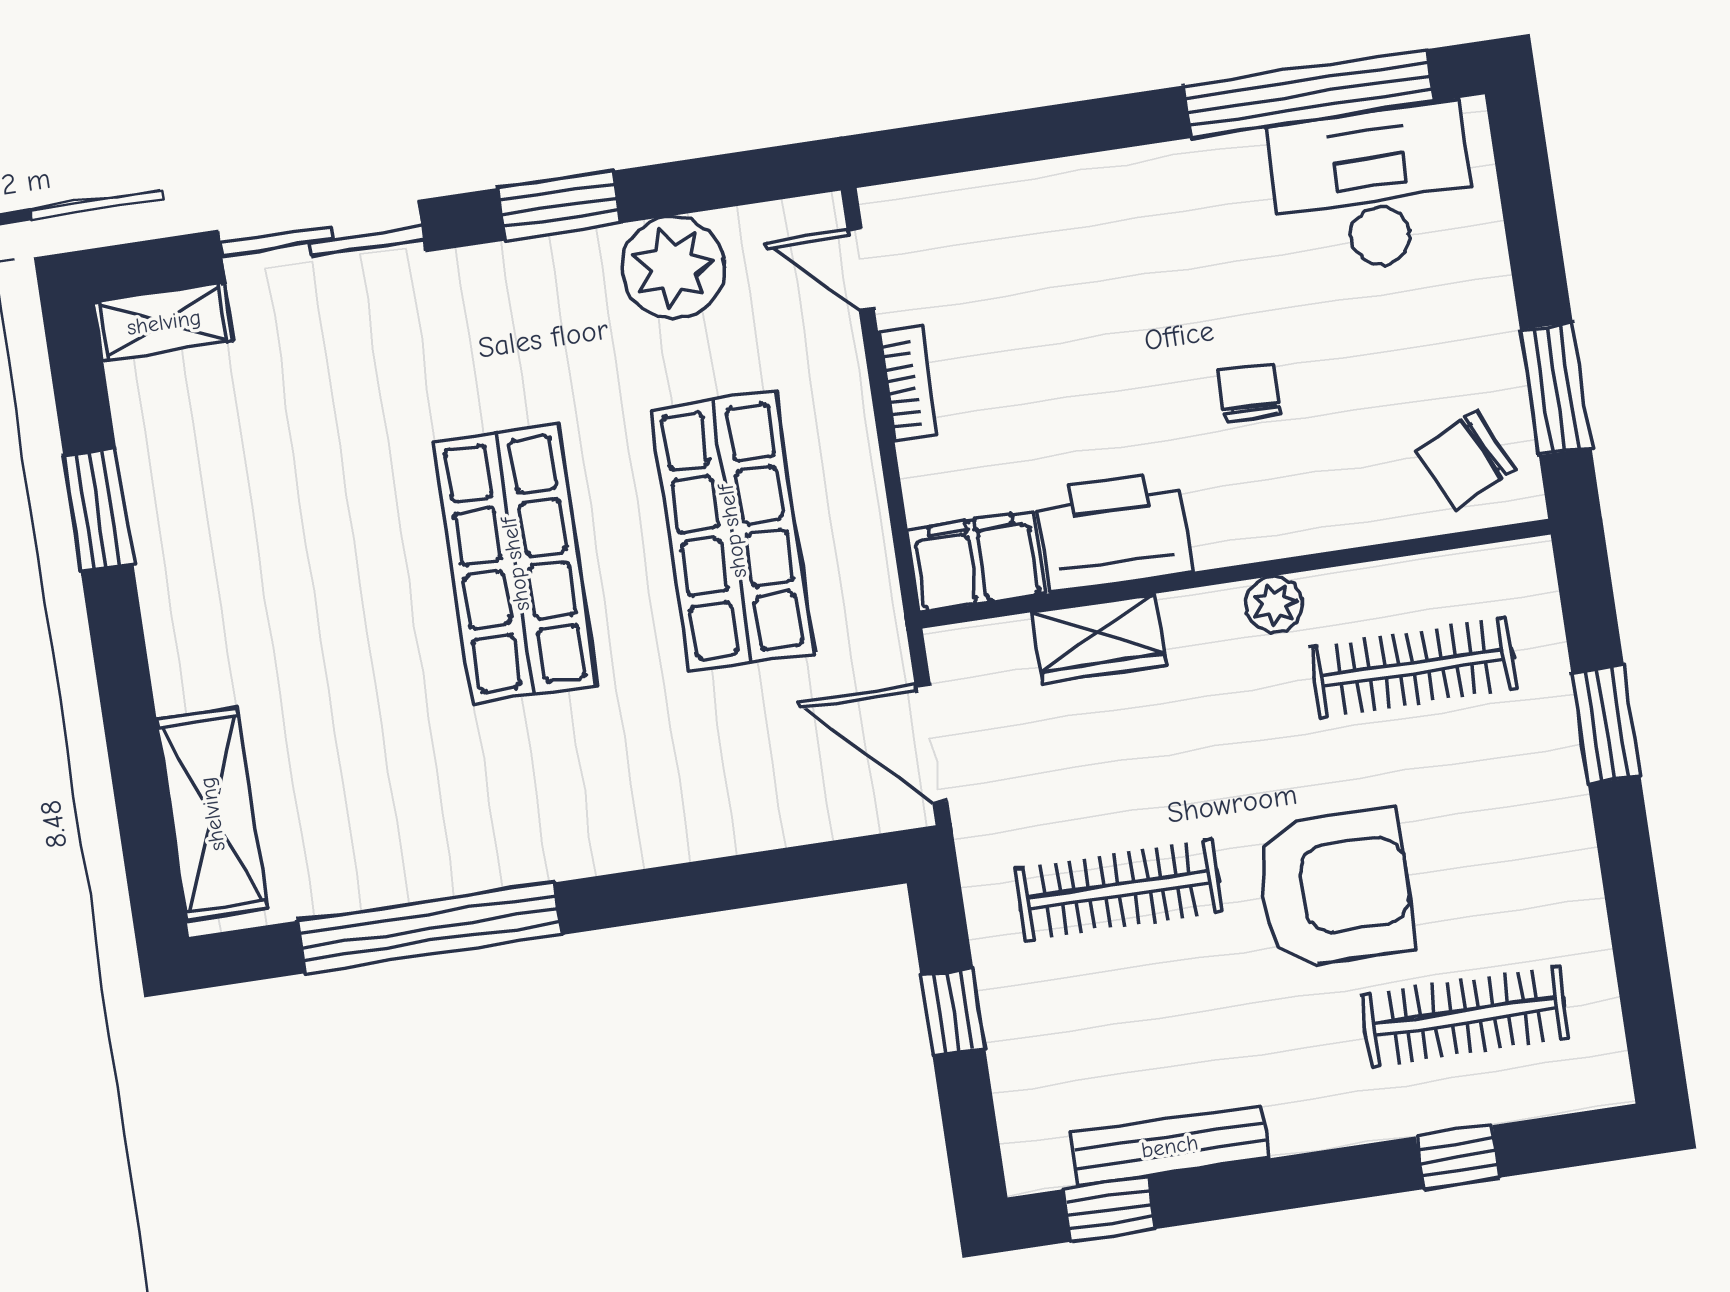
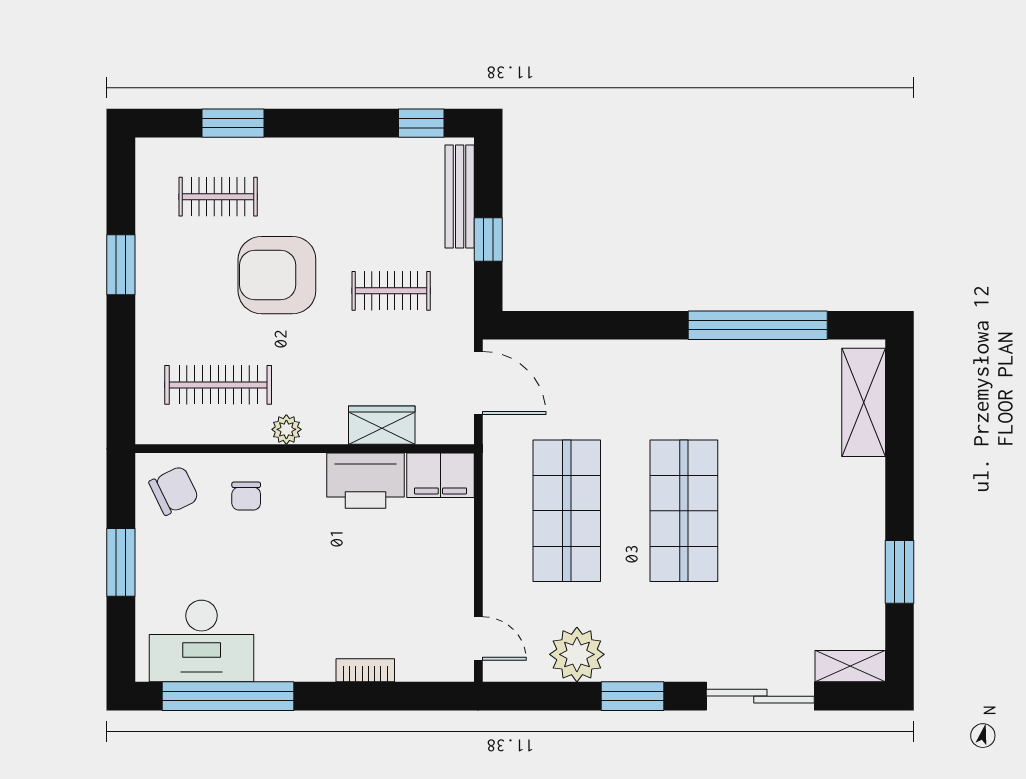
bookcase: (908, 384) -> (365, 670), moved, turned 90
window: (1556, 389) -> (121, 562), moved
chair: (1249, 393) -> (246, 496), moved
window: (1606, 724) -> (121, 265), moved
clothes rail: (1119, 890) -> (391, 291), width x0.73
clothes rail: (1465, 1017) -> (218, 197), width x0.73
bench: (1170, 1146) -> (460, 196), moved, turned 90
window: (1458, 1157) -> (233, 123), width x1.50

